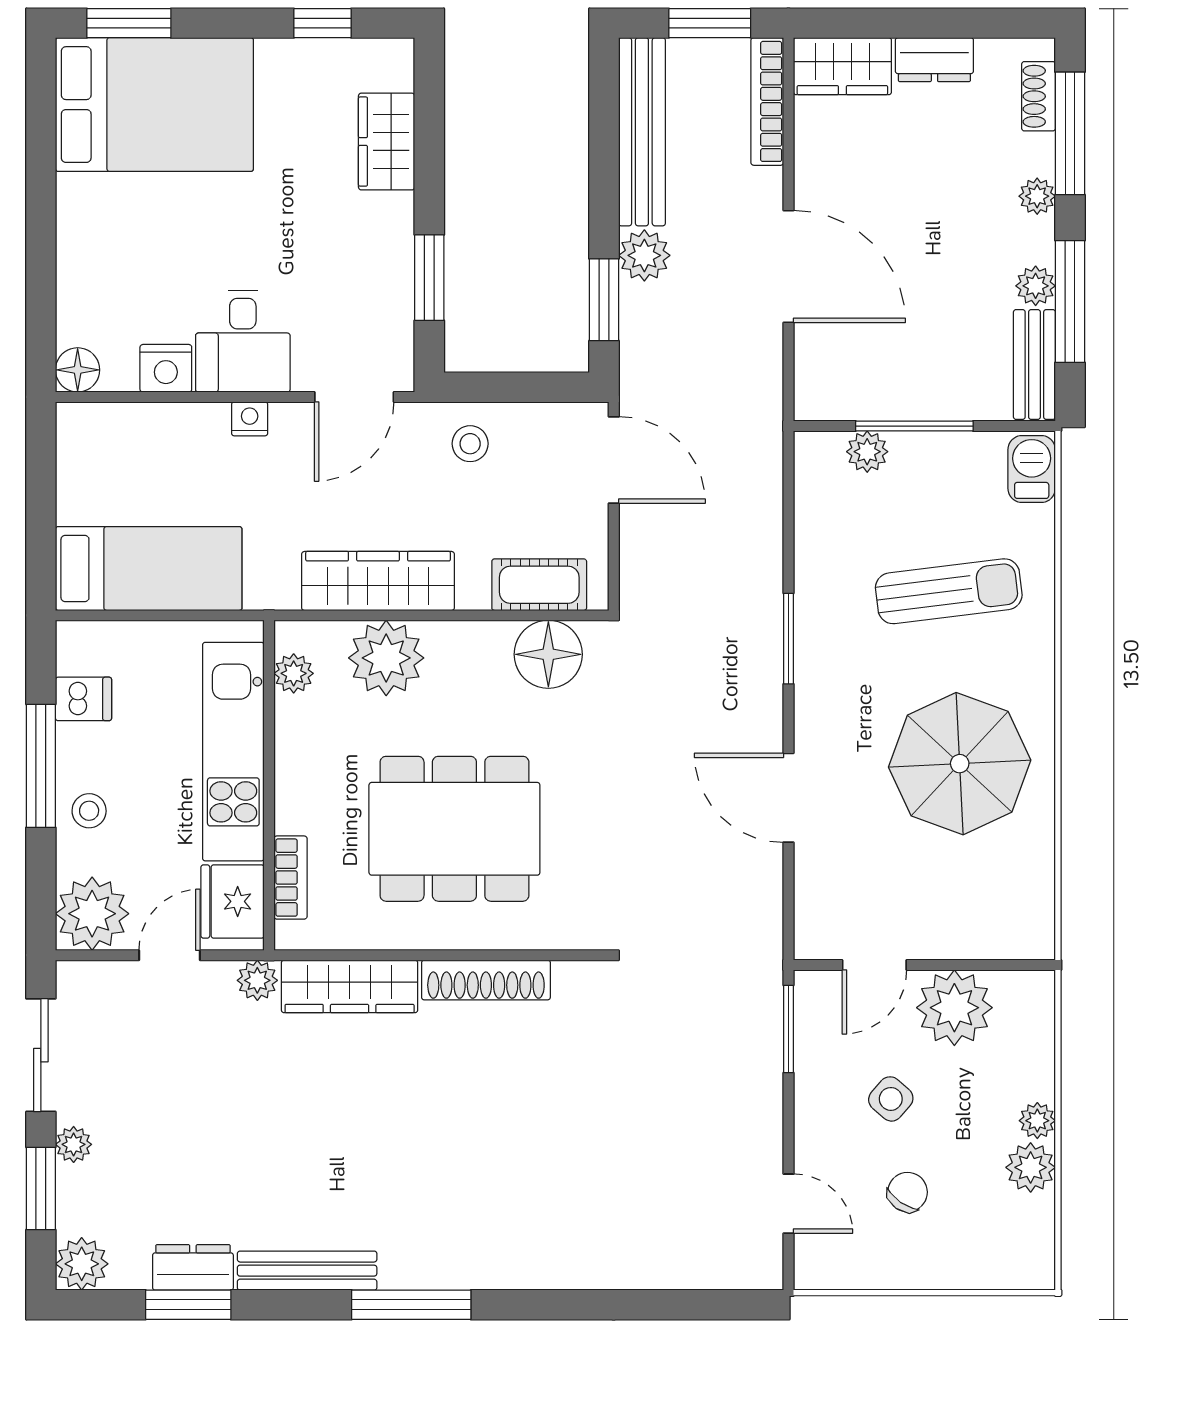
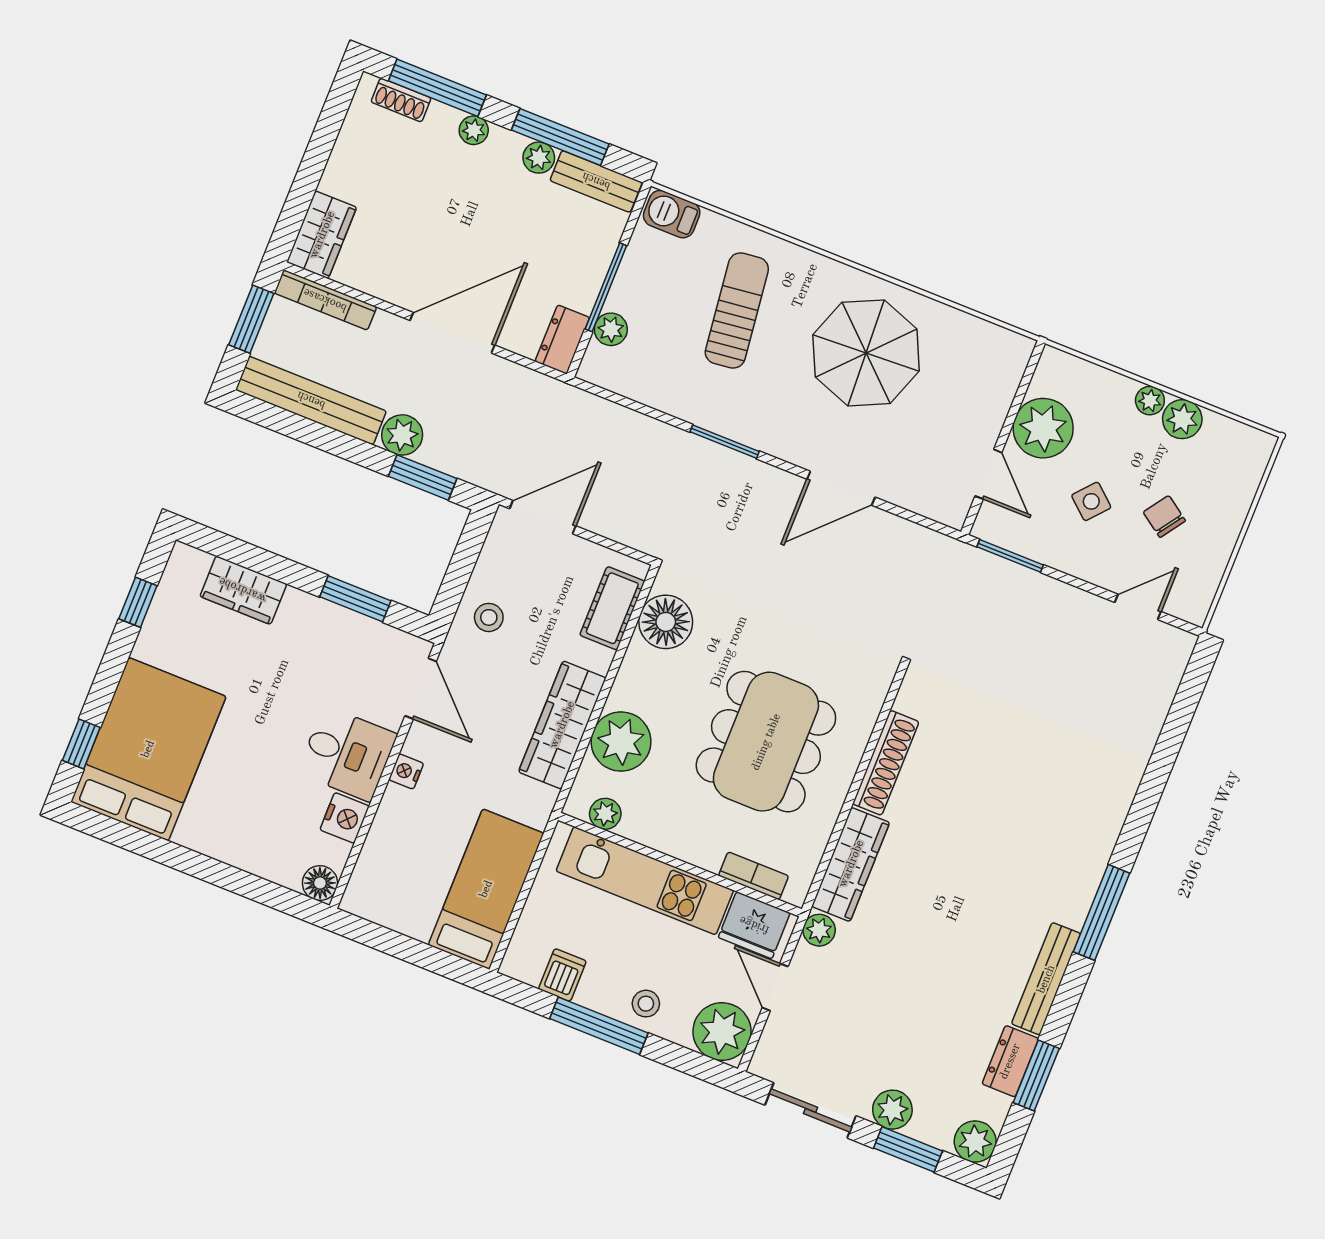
window: (129, 23) -> (81, 744), width x0.67
dresser: (934, 60) -> (562, 339), moved, turned 180
plant: (74, 1144) -> (892, 1110), width x1.38, depth x1.38

